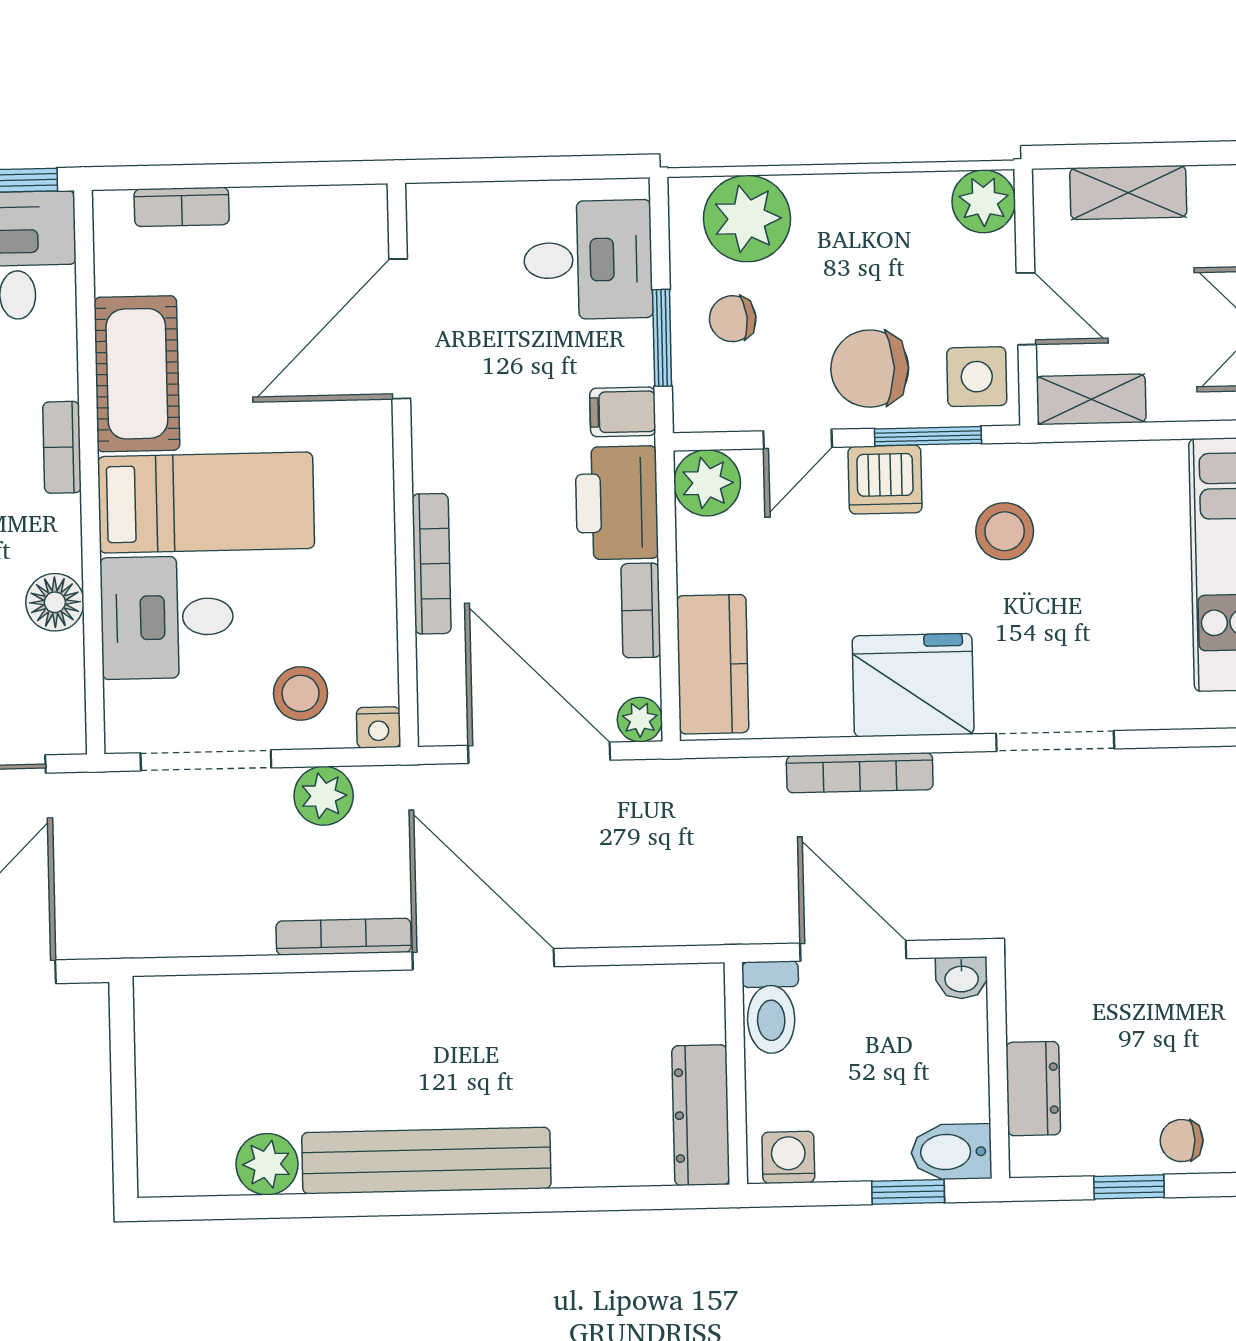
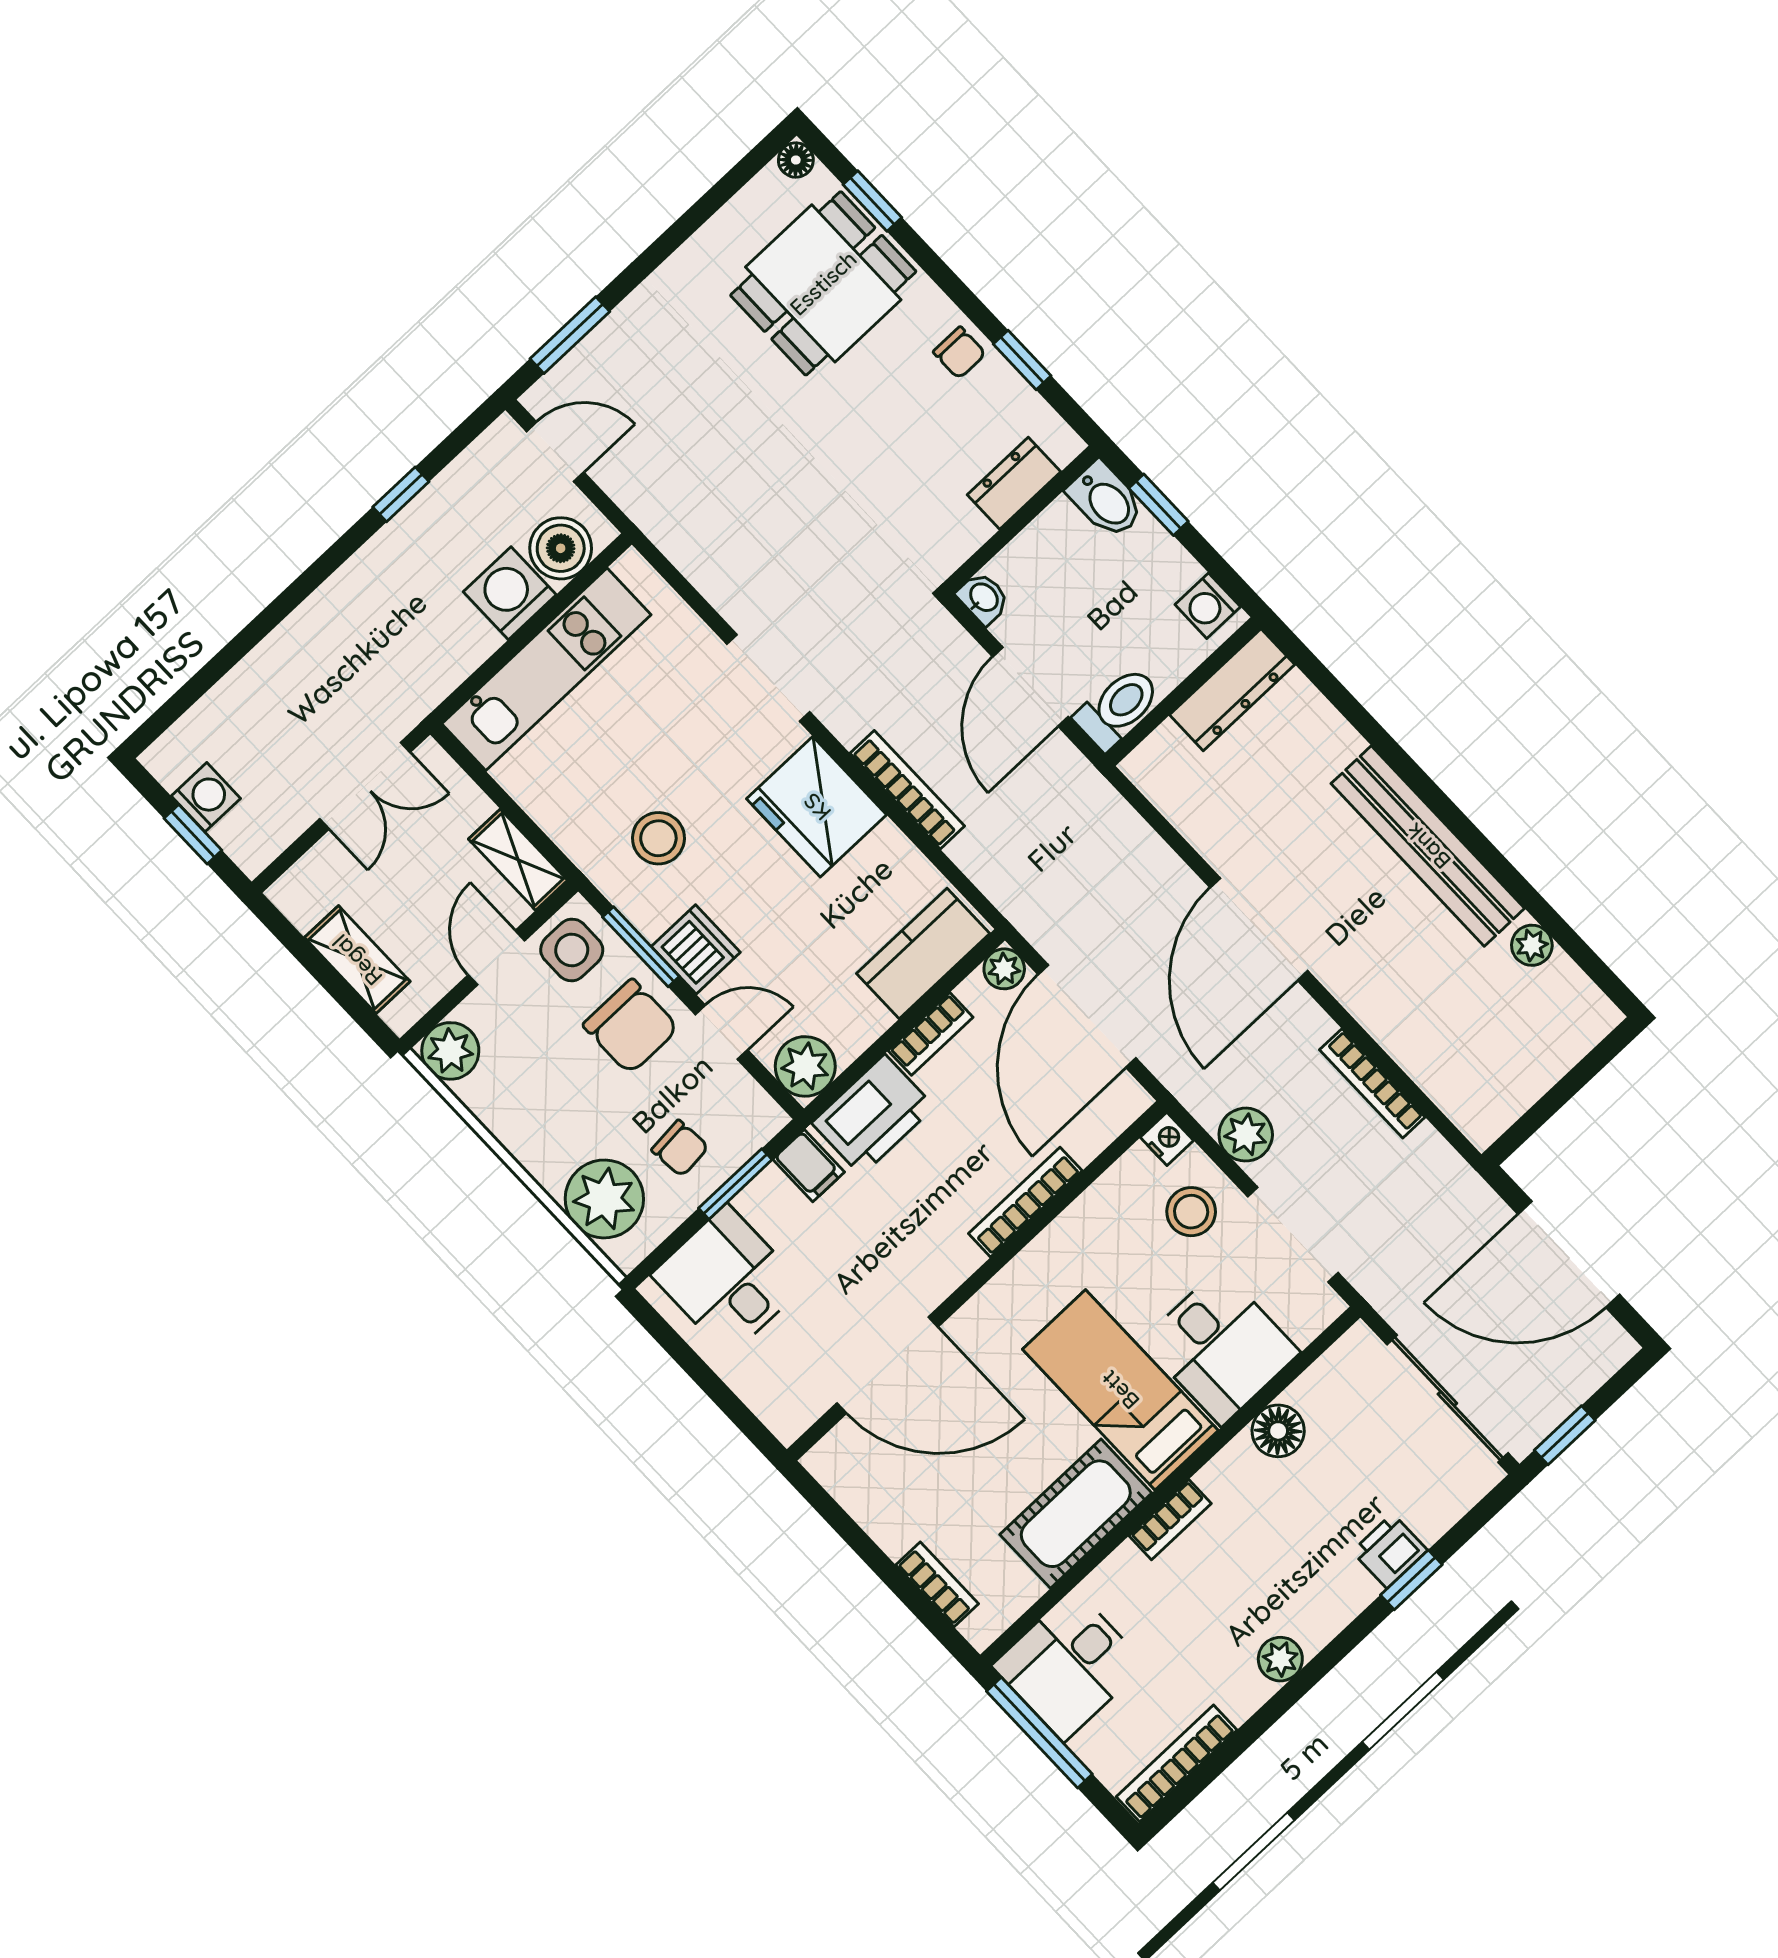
bookcase: (344, 937) -> (1372, 1083), moved
plant: (267, 1164) -> (1532, 945), width x0.73, depth x0.73

